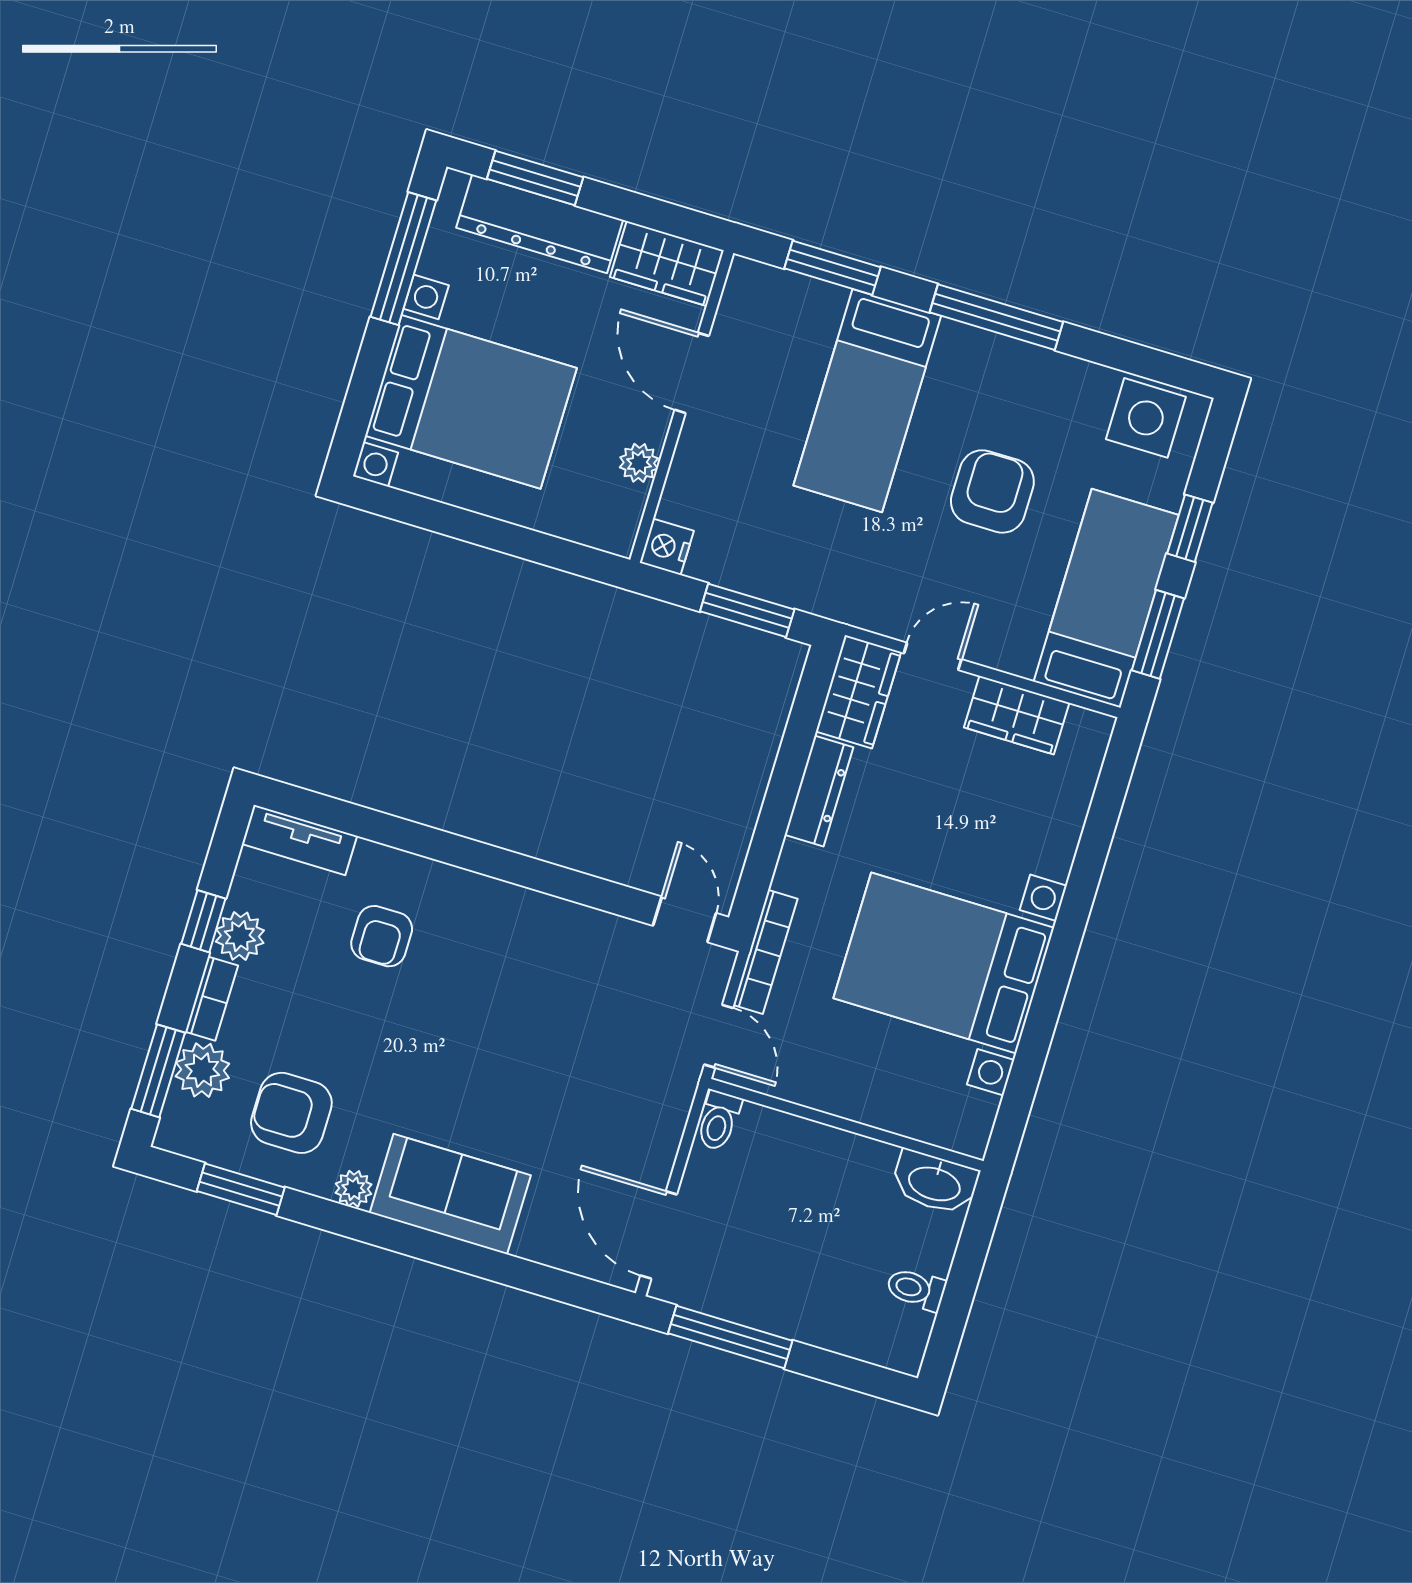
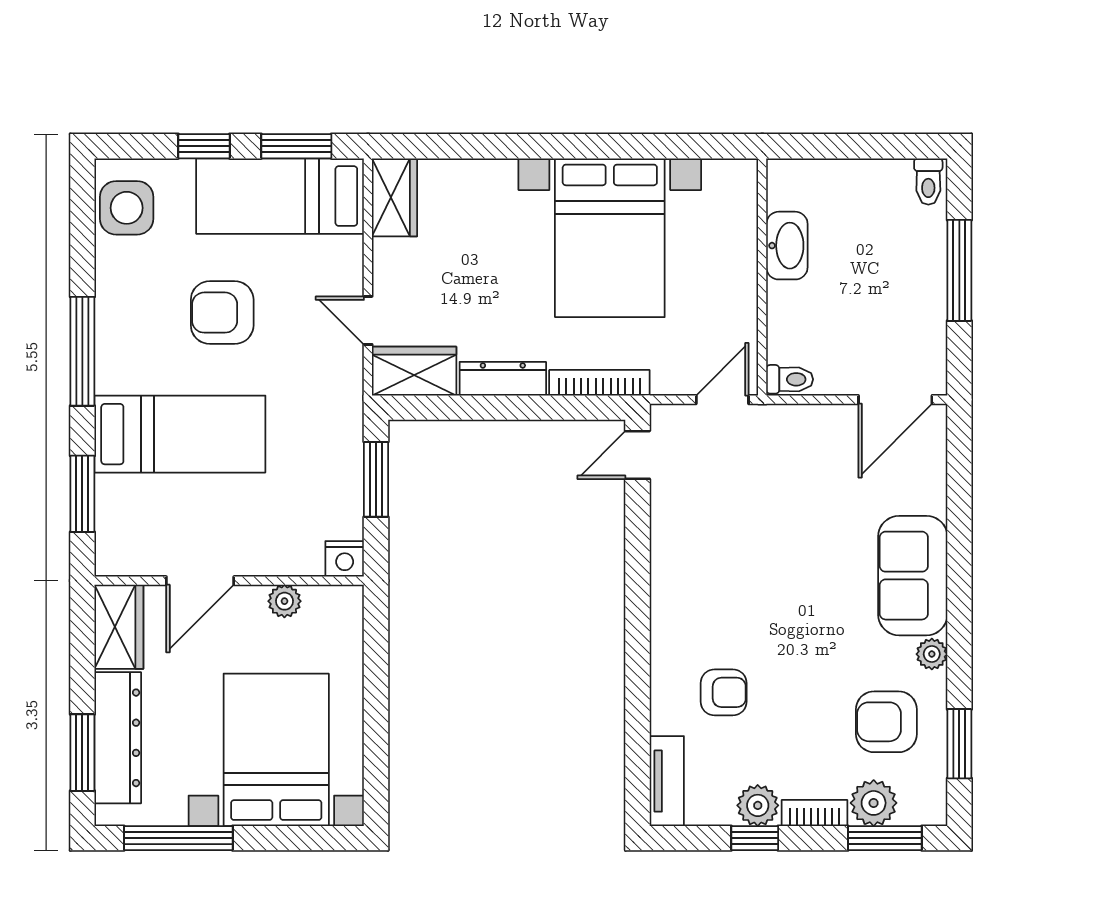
wardrobe: (1017, 715) -> (395, 197), moved
bookcase: (765, 952) -> (599, 383), moved
armchair: (291, 1113) -> (886, 722), turned 90
washbasin: (935, 1182) -> (787, 246), moved
toilet: (916, 1289) -> (928, 181), moved
window: (730, 1337) -> (959, 270), moved

